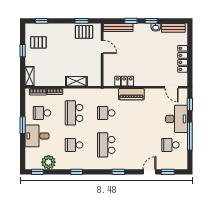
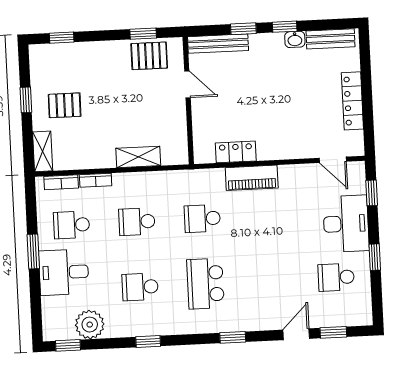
pallet: (38, 42) -> (65, 105), moved
school desk: (74, 113) -> (137, 222), width x0.54
window: (190, 136) -> (375, 257), width x0.46

